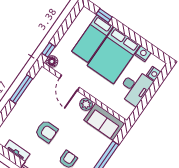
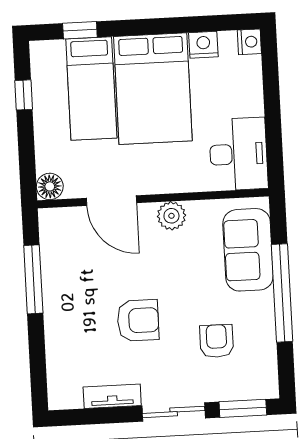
window: (49, 50) -> (24, 95), moved
nightstand: (154, 74) -> (249, 42), moved
desk: (135, 87) -> (238, 154), moved
sofa: (104, 122) -> (248, 250), moved, turned 90

